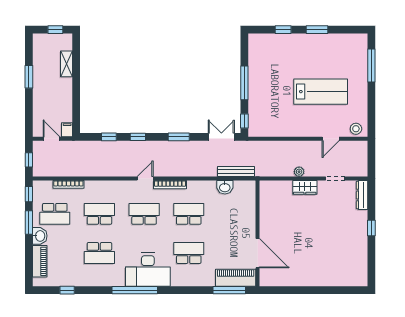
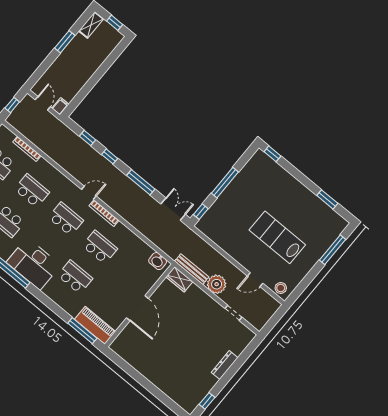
window: (283, 30) -> (272, 154), moved
window: (317, 30) -> (327, 199), moved
shelving: (67, 64) -> (91, 25), moved
lab bench: (321, 92) -> (277, 237), turned 180
window: (179, 137) -> (141, 182), width x1.44
bench: (236, 172) -> (192, 269), moved
plant: (299, 172) -> (217, 284), width x1.88, depth x1.88
washbasin: (225, 187) -> (158, 261), moved
wardrobe: (305, 187) -> (179, 279), moved
dresser: (362, 195) -> (225, 365), moved
window: (371, 228) -> (207, 401), moved
door: (257, 253) -> (137, 308), moved

